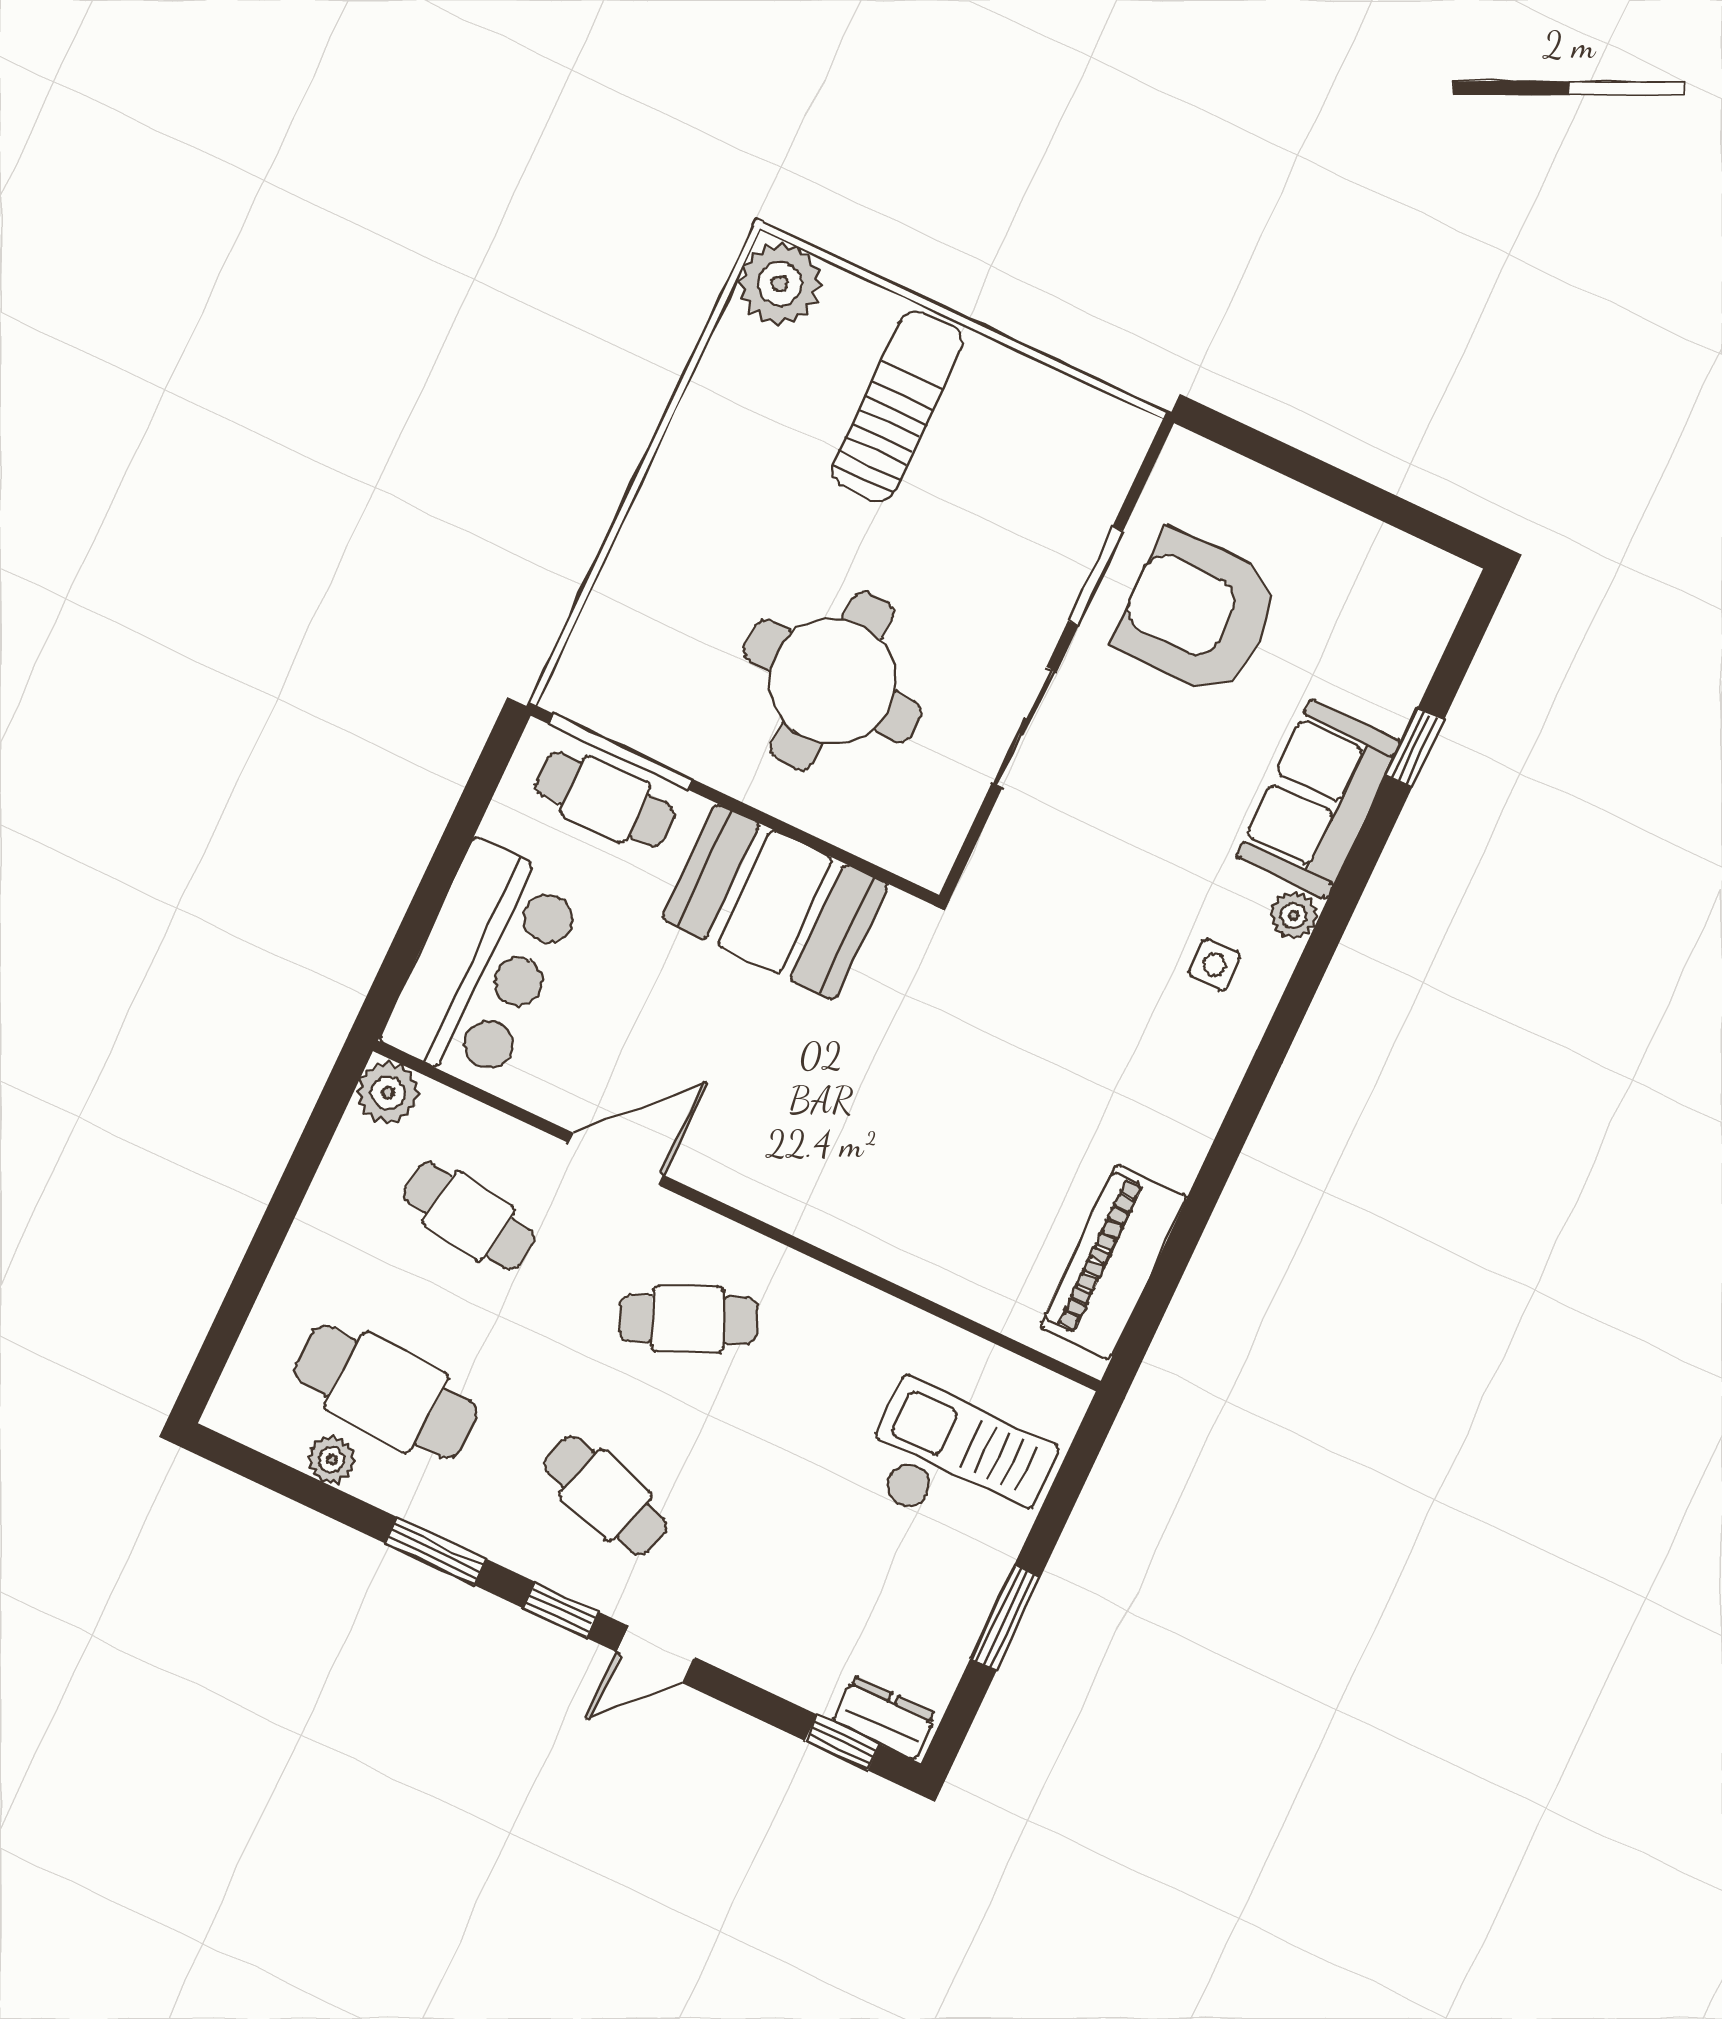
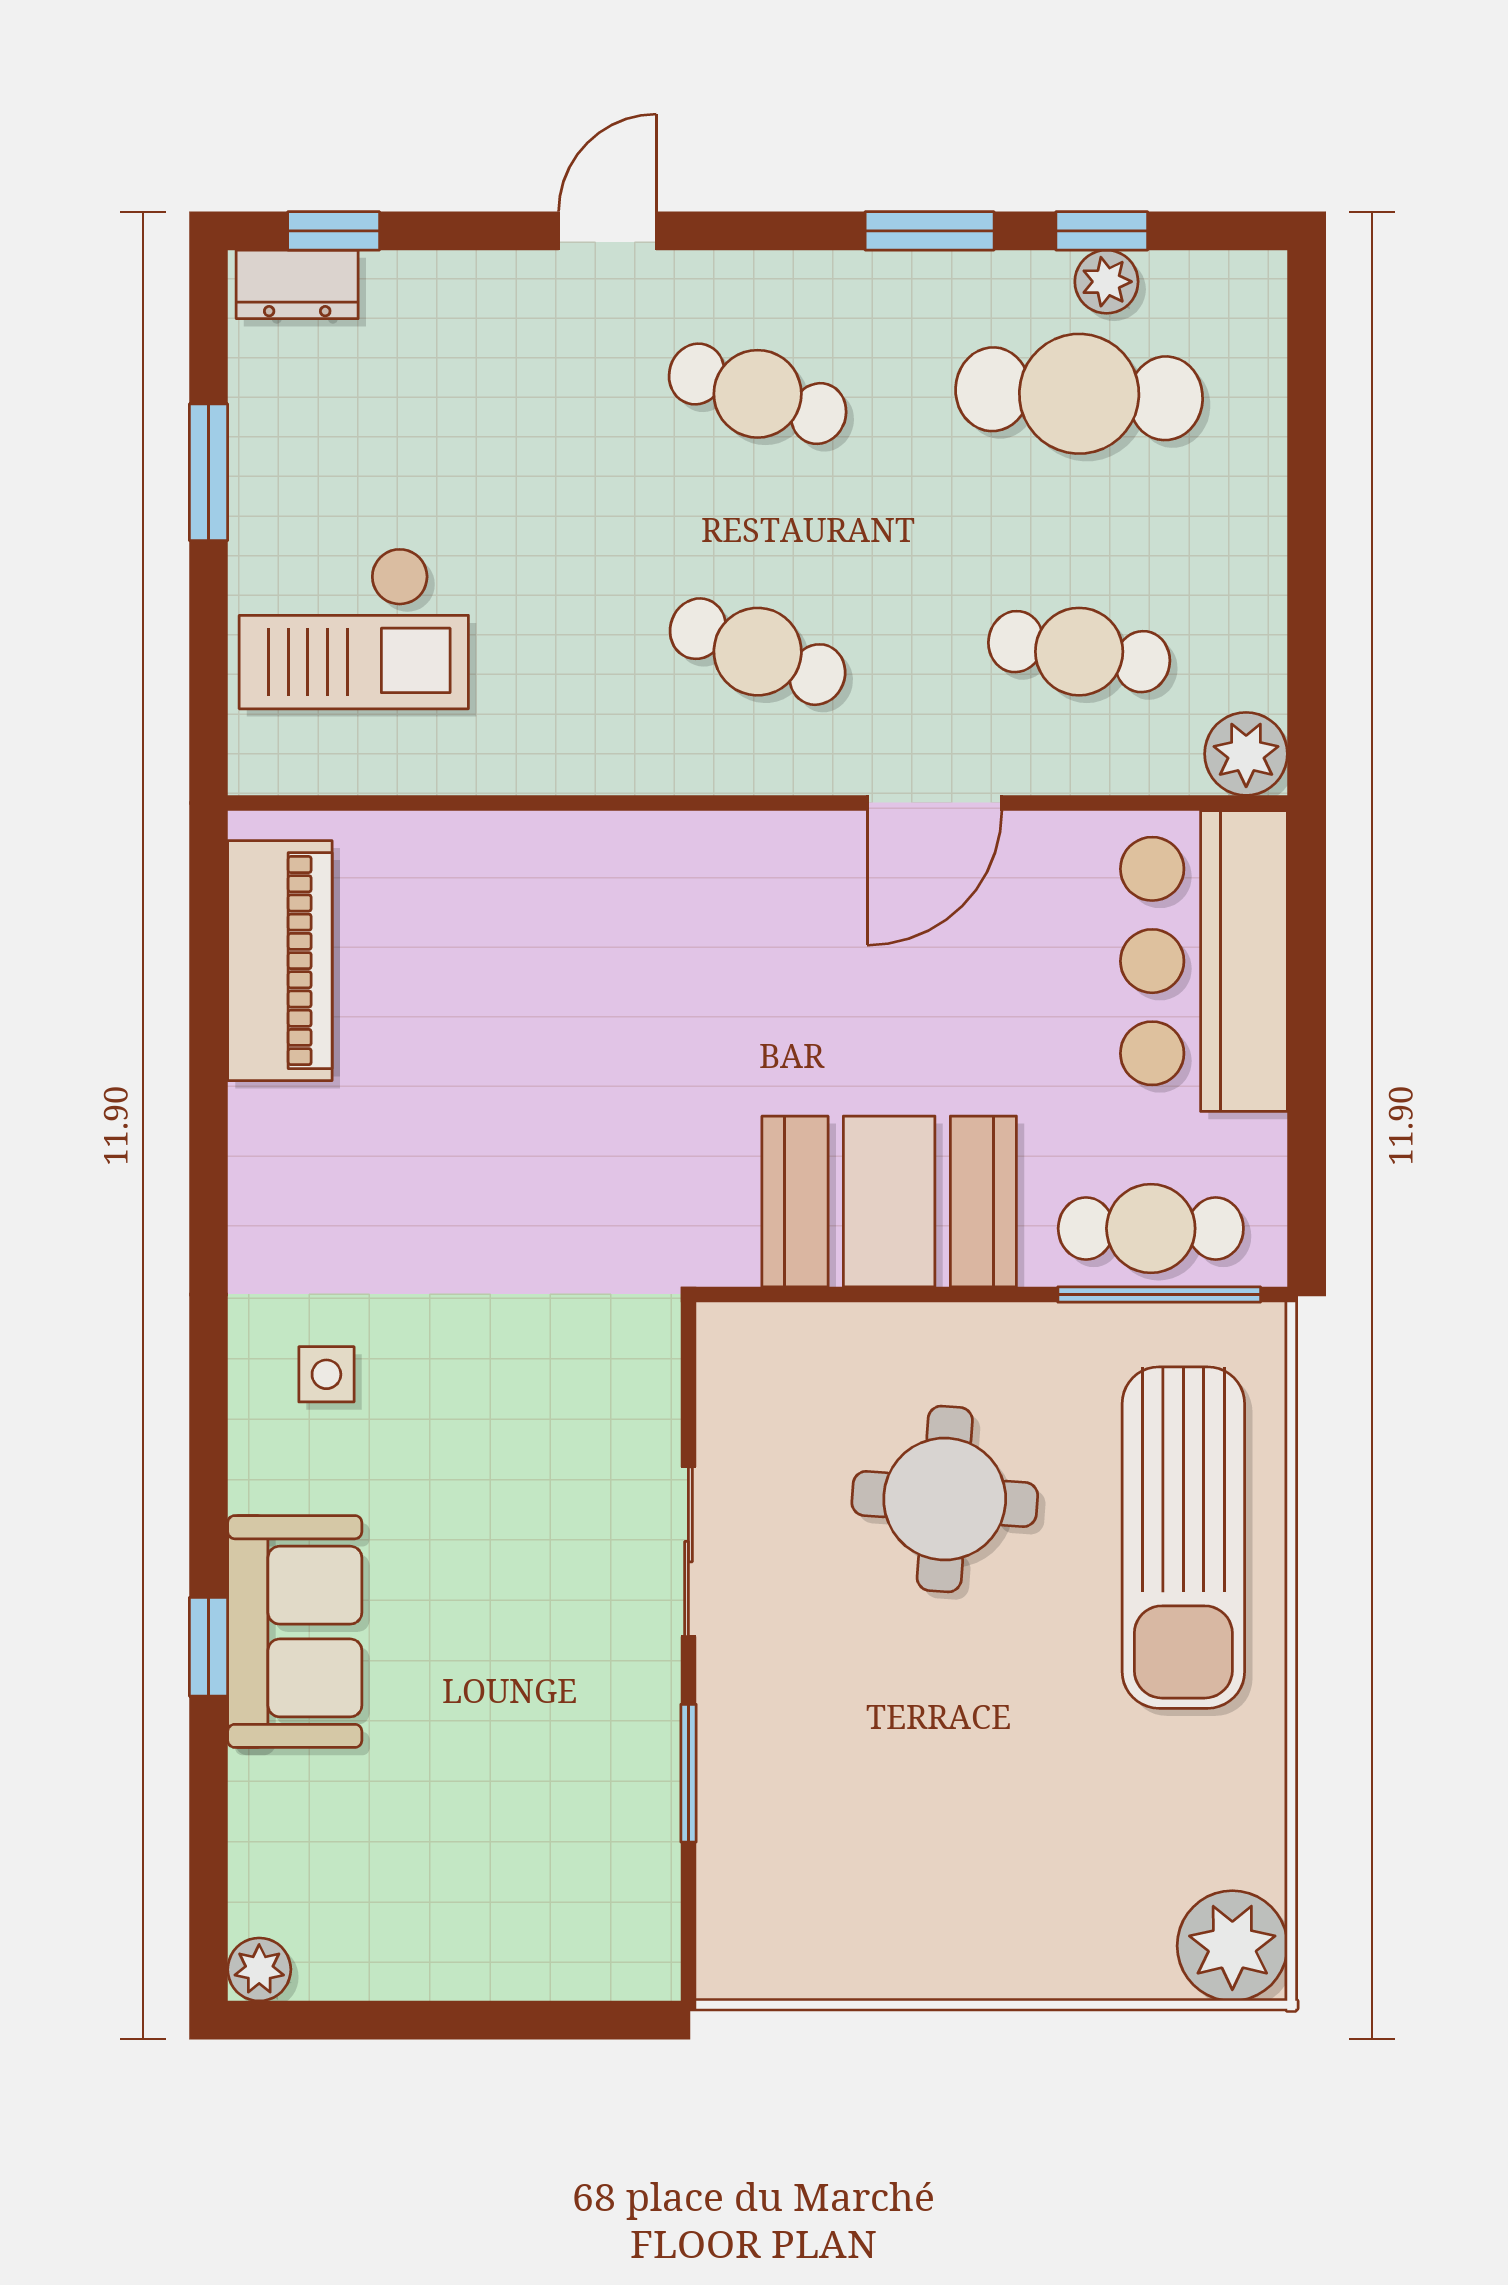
sun lounger: (897, 406) -> (1183, 1538), moved, width x1.36, depth x1.34
armchair: (1198, 613) -> (544, 1787), removed
round table: (833, 681) -> (945, 1499), width x0.73, depth x0.73
window: (1415, 748) -> (209, 1647), moved
plant: (1294, 915) -> (259, 1969), moved
cafe table: (688, 1319) -> (758, 652), turned 45
window: (561, 1610) -> (1102, 231), moved

